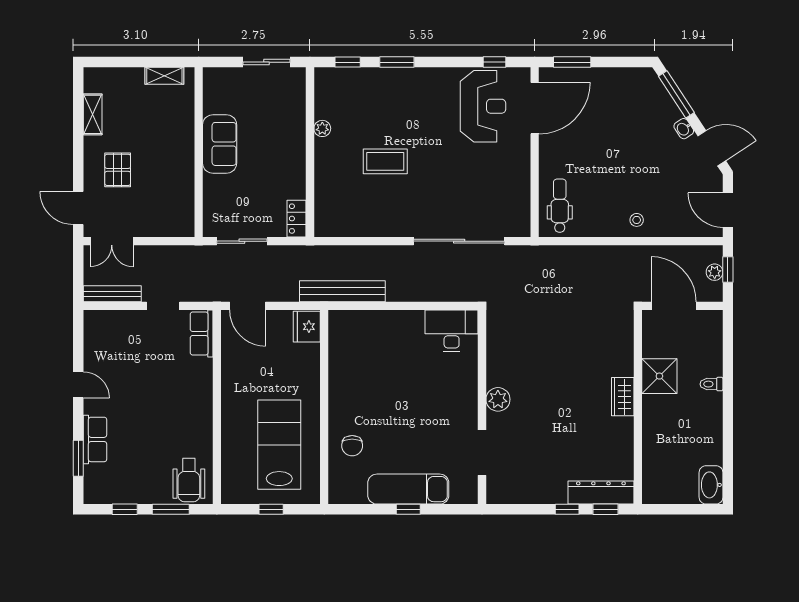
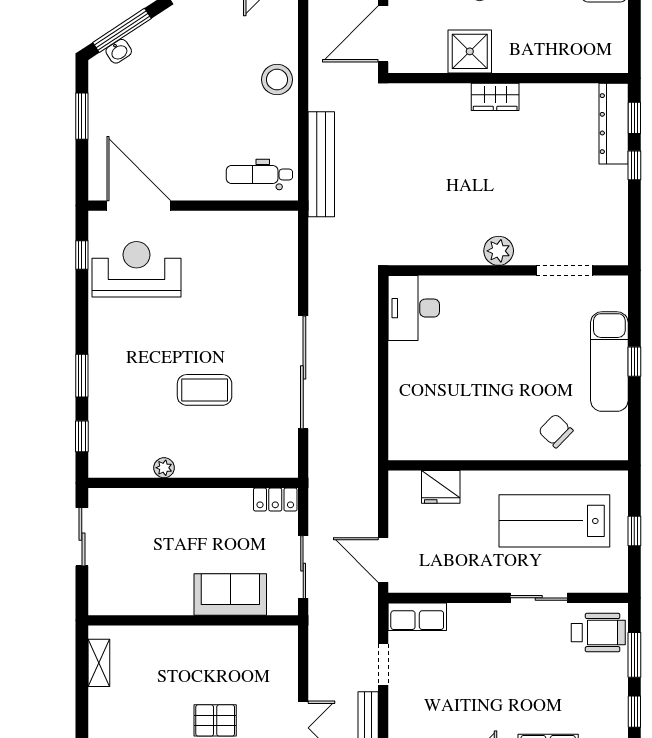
window: (572, 62) -> (82, 116), moved
washbasin: (684, 129) -> (119, 51), moved
sofa: (220, 144) -> (230, 594), moved
coffee table: (385, 161) -> (205, 390), turned 90
stool: (637, 220) -> (277, 80), width x1.89, depth x1.89
sliding door: (459, 241) -> (303, 372), moved
bench: (342, 291) -> (321, 164), moved
door: (248, 306) -> (383, 560), swing flipped
fridge: (307, 327) -> (441, 487), moved
sliding door: (217, 432) -> (539, 598), added
chair: (352, 446) -> (556, 431), turned -136

